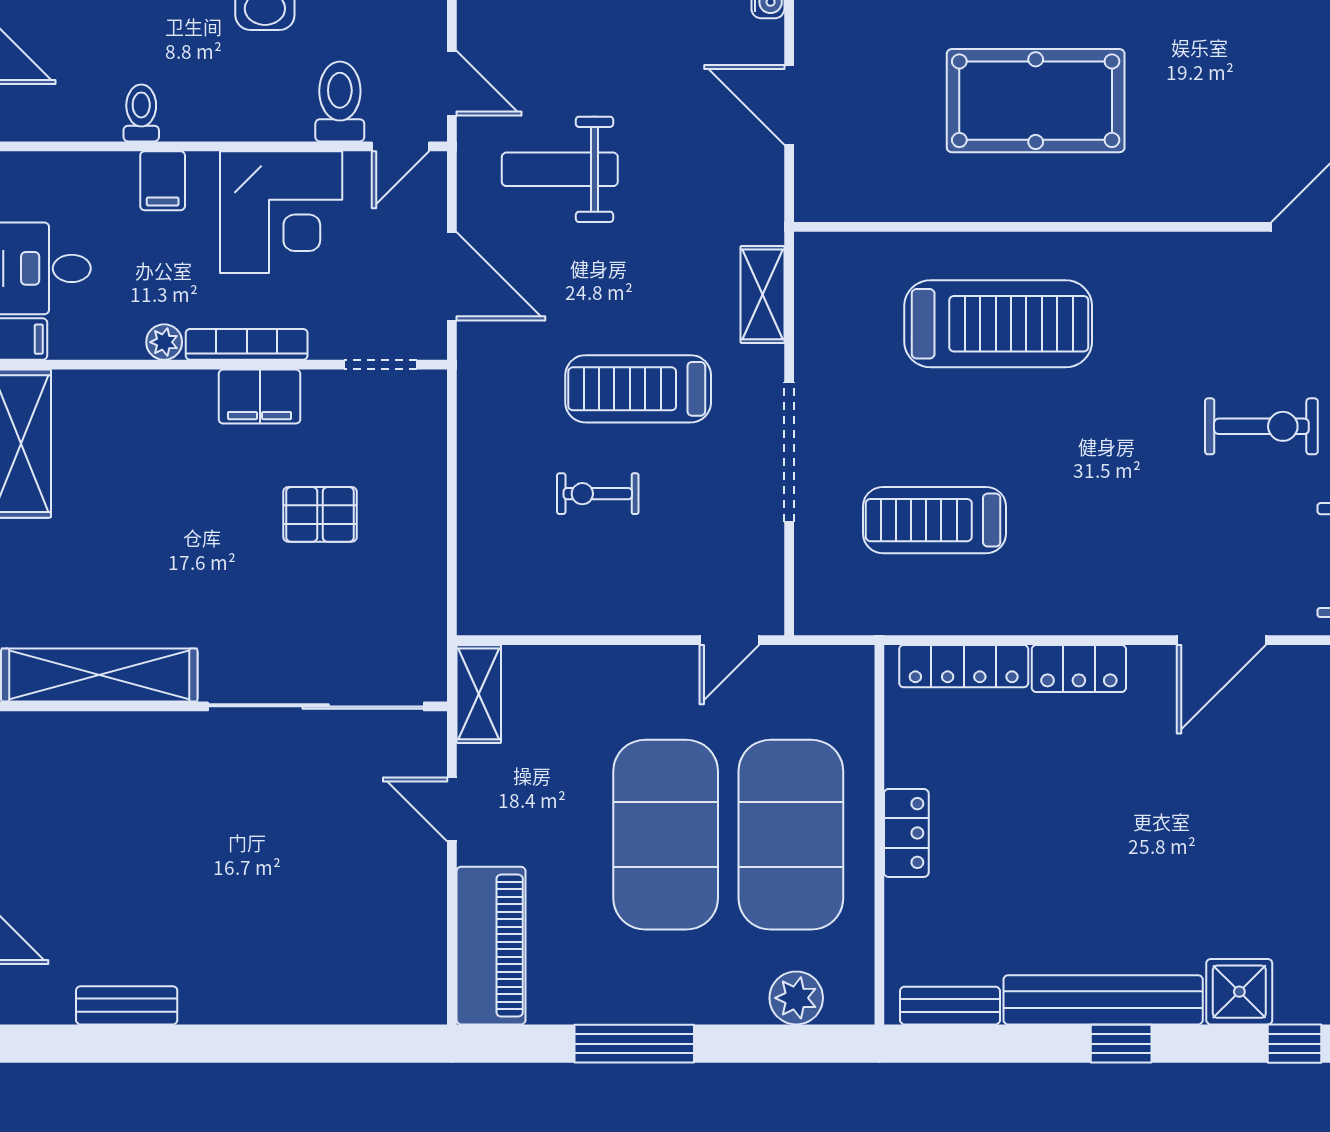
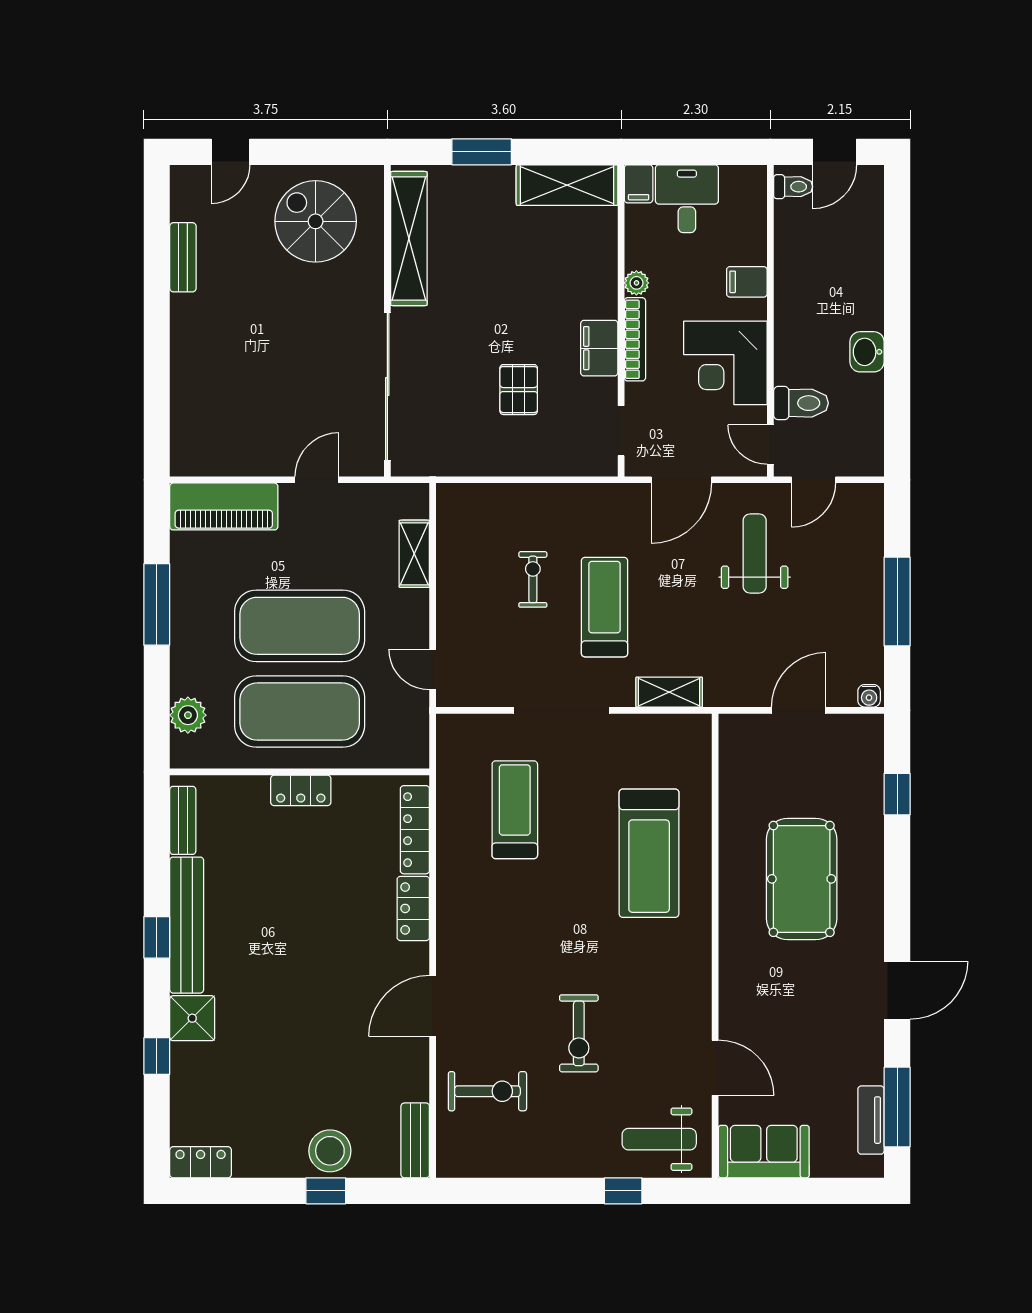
toilet: (141, 113) -> (793, 187), moved
door: (1221, 640) -> (433, 1006), hinge flipped
shelving: (479, 694) -> (414, 554), moved, turned 90
spiral stairs: (74, 811) -> (316, 221), added

